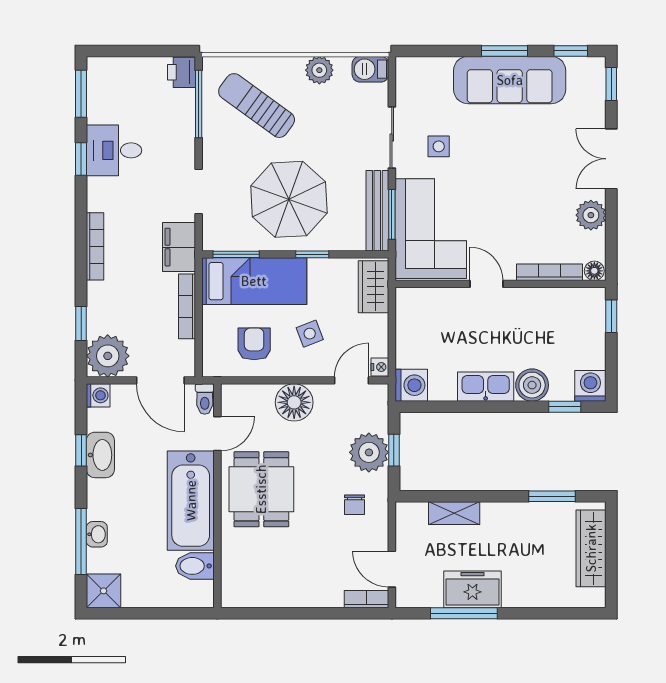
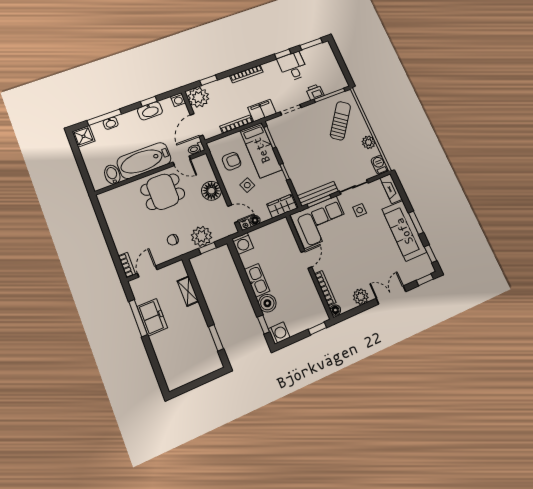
fireplace: (423, 68) -> (391, 189), added
printer: (182, 72) -> (315, 92), moved
parasol: (289, 199) -> (305, 151), removed
floor lamp: (379, 346) -> (255, 220), added
wardrobe: (591, 548) -> (197, 370), removed

